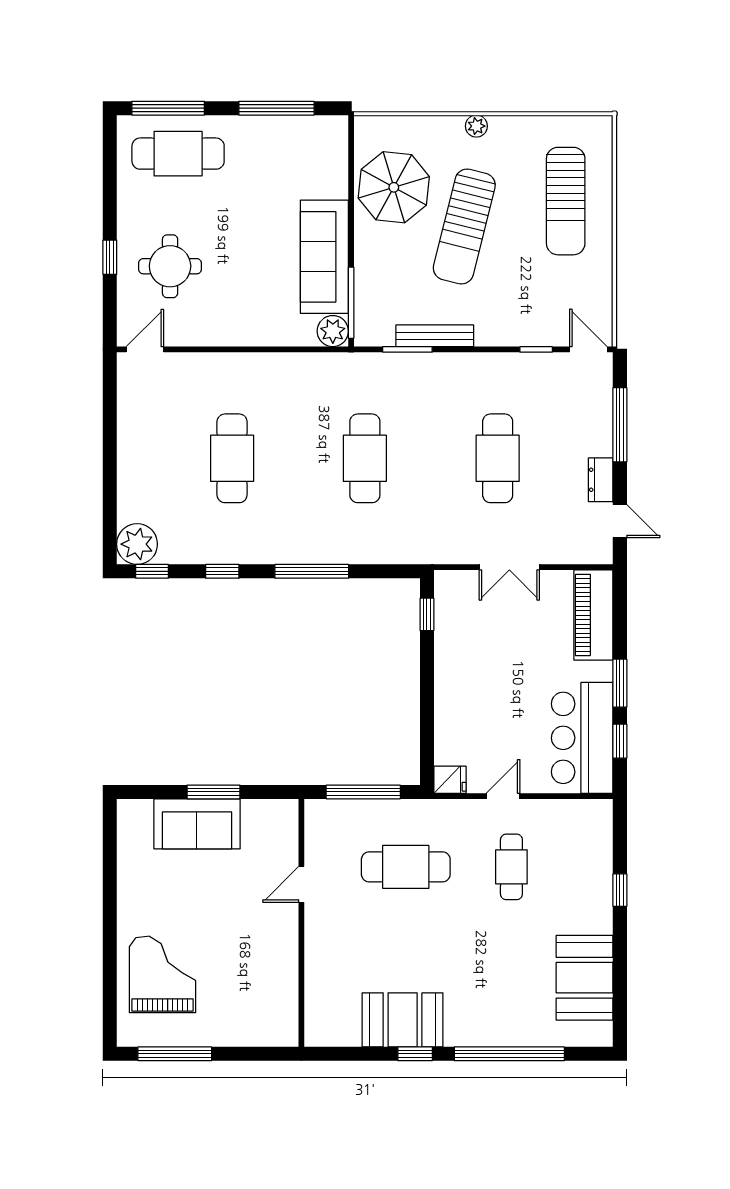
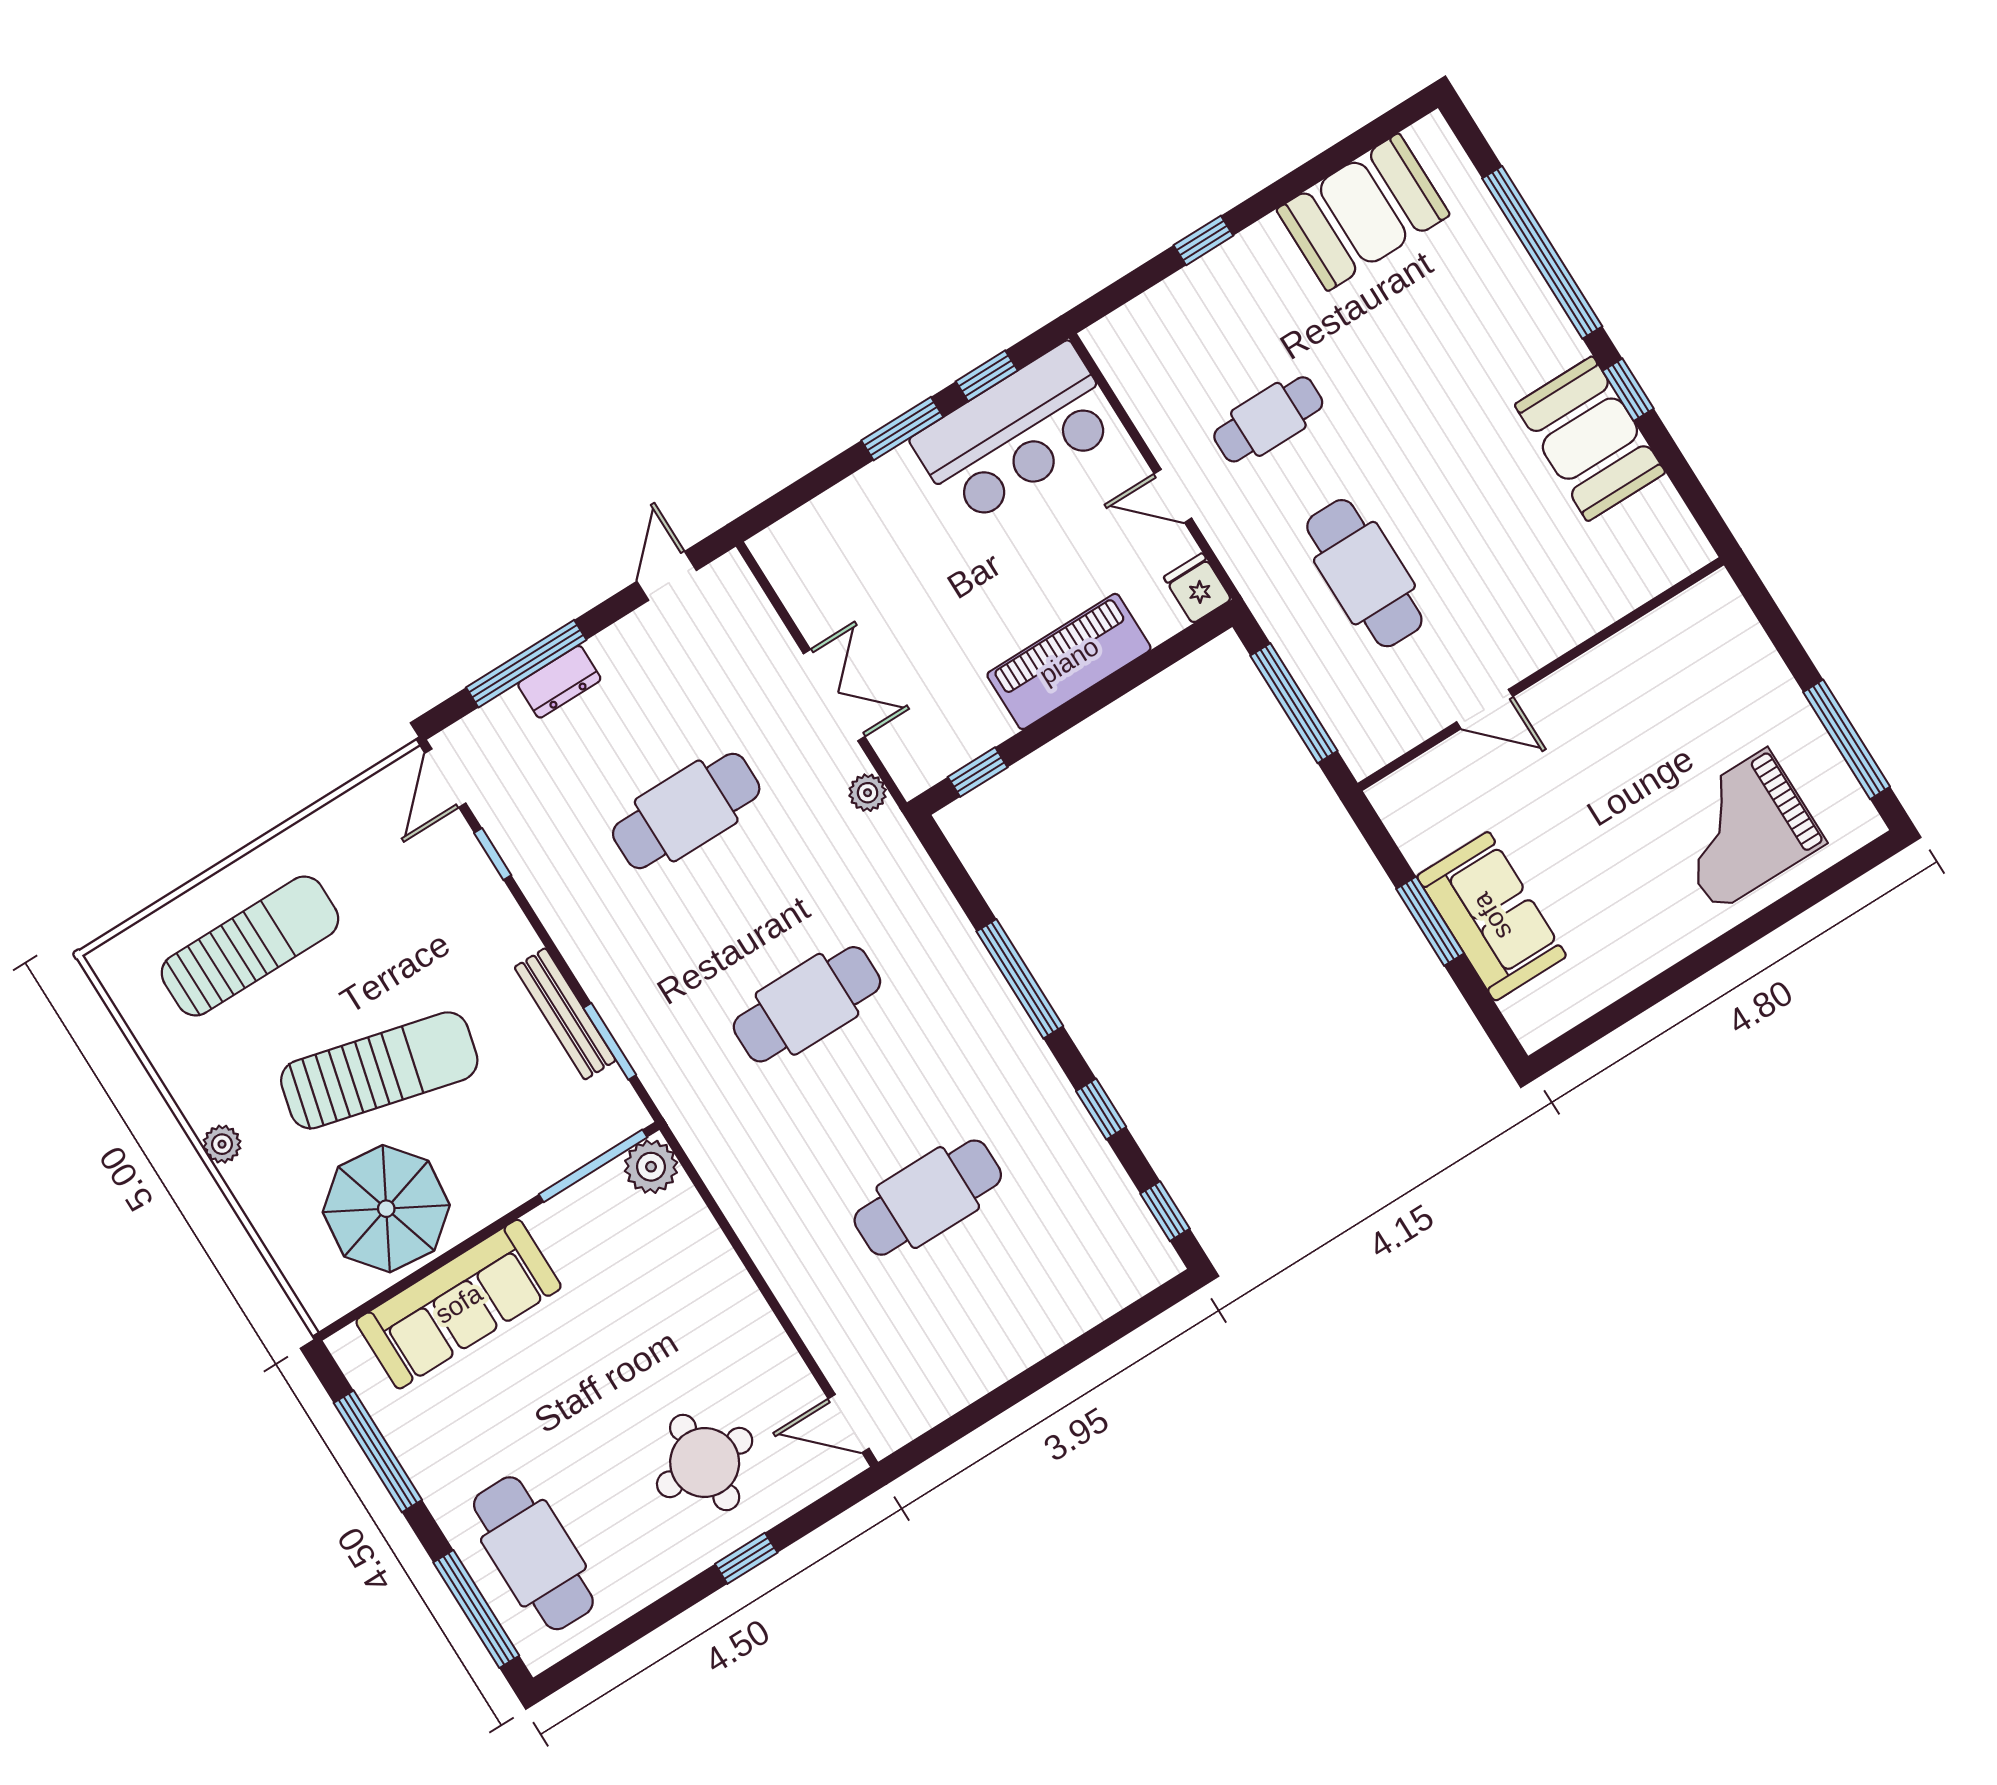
sofa: (324, 257) -> (459, 1304), moved
dresser: (601, 480) -> (559, 682), moved
plant: (137, 544) -> (868, 793), moved, width x0.53, depth x0.53
piano: (593, 615) -> (1069, 661), moved, turned 180

